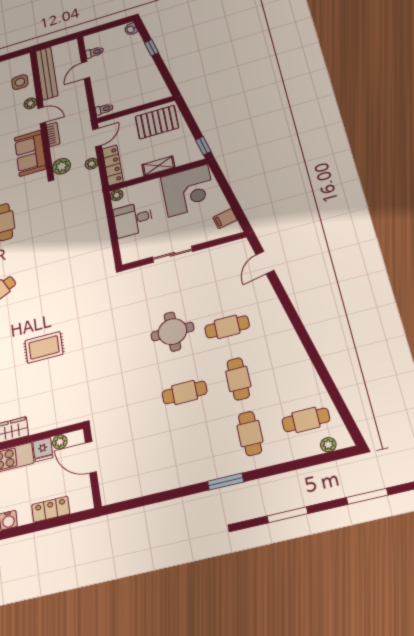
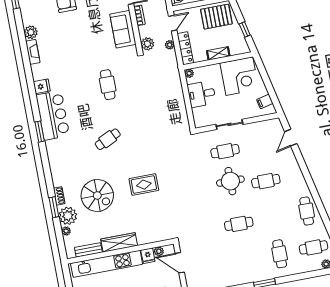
window: (203, 146) -> (245, 29), moved
cafe table: (165, 291) -> (225, 151), added
cafe table: (238, 379) -> (307, 211), moved

